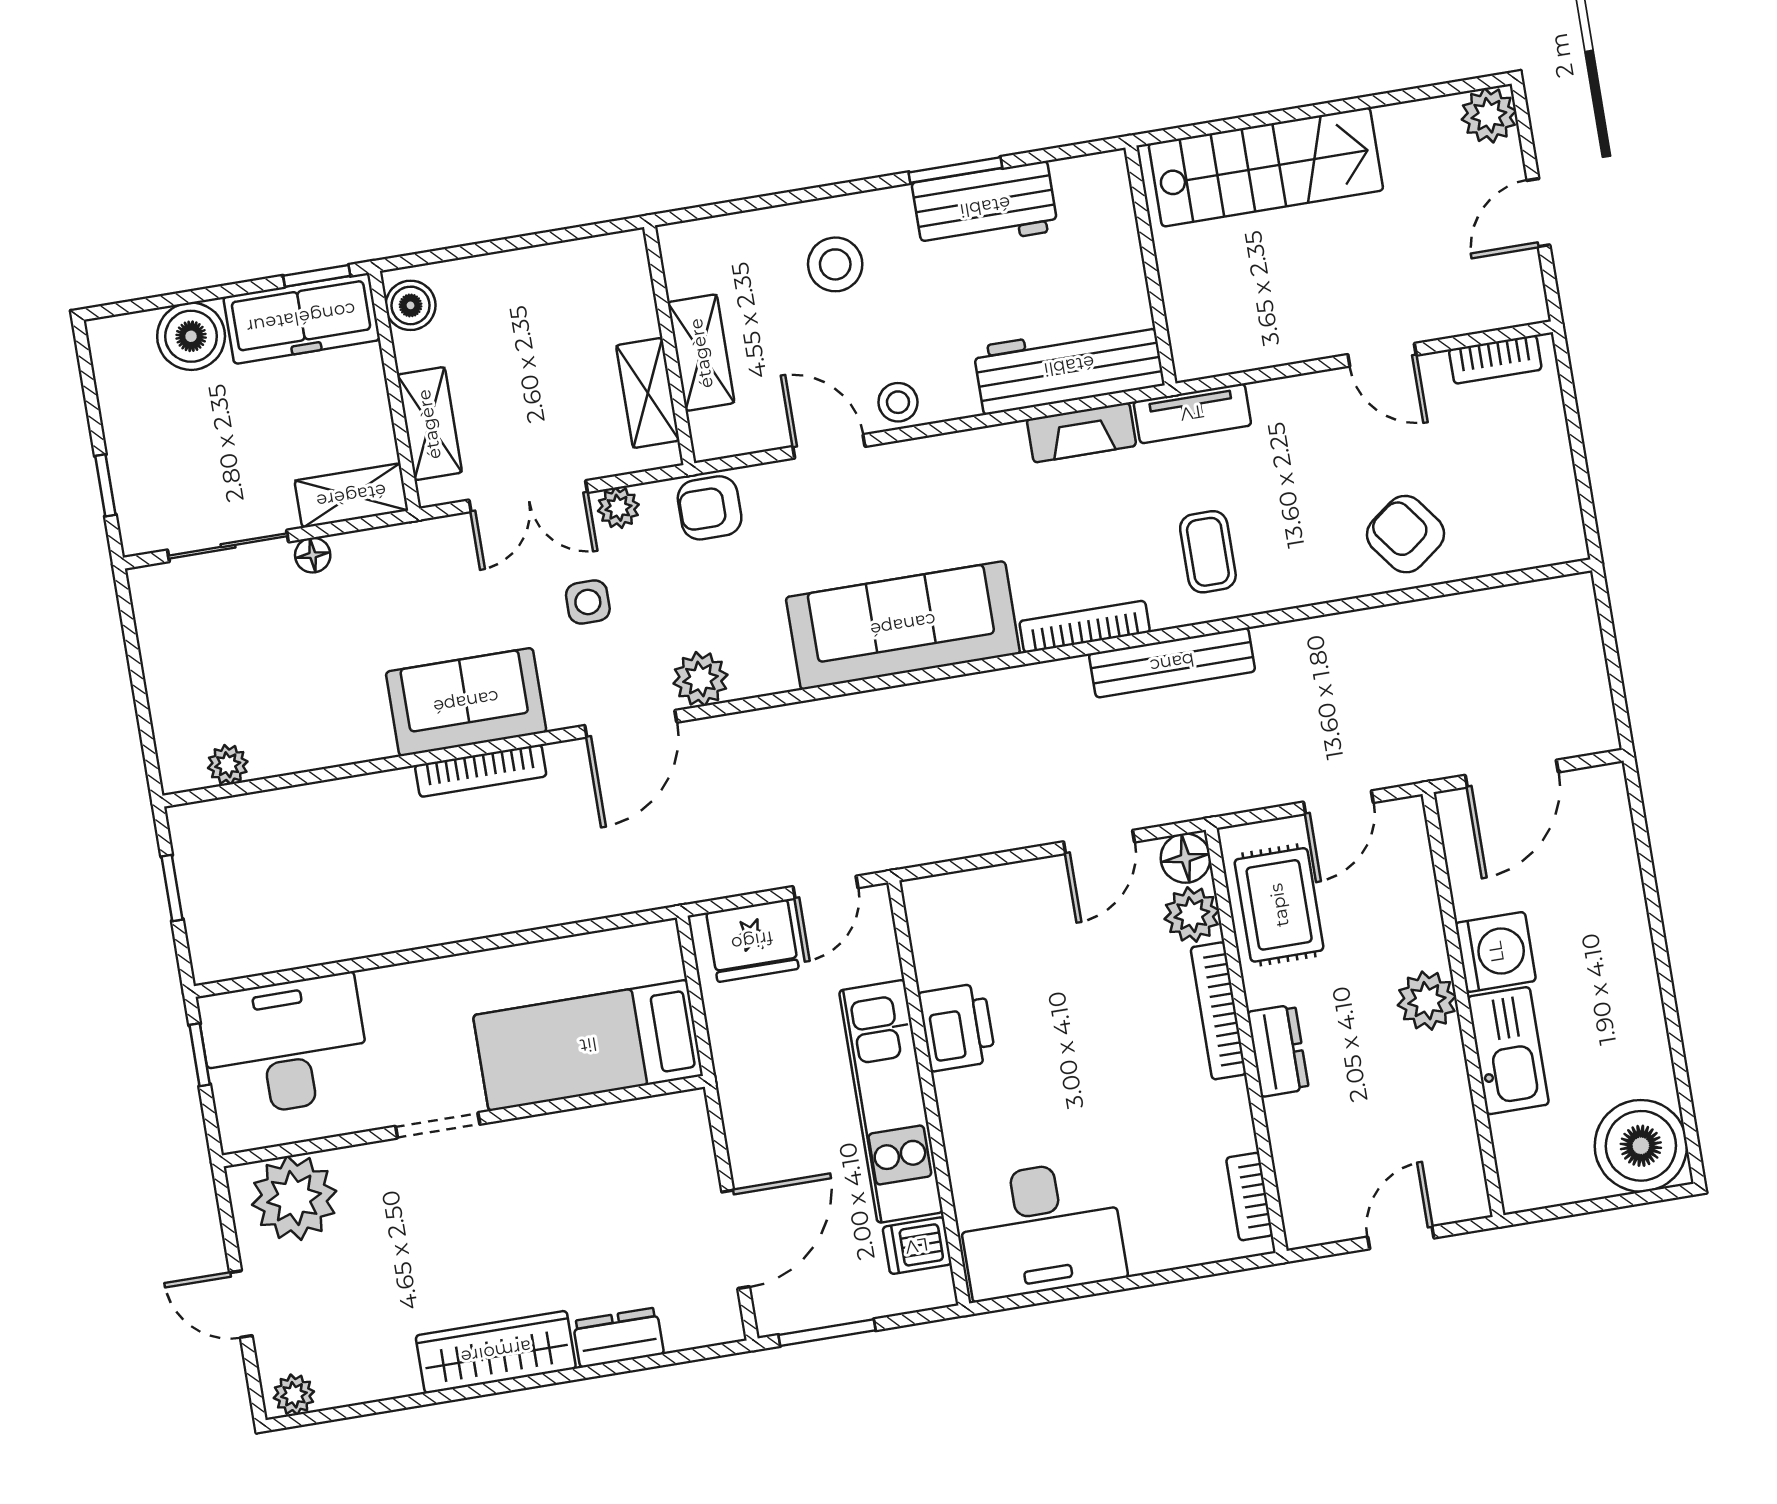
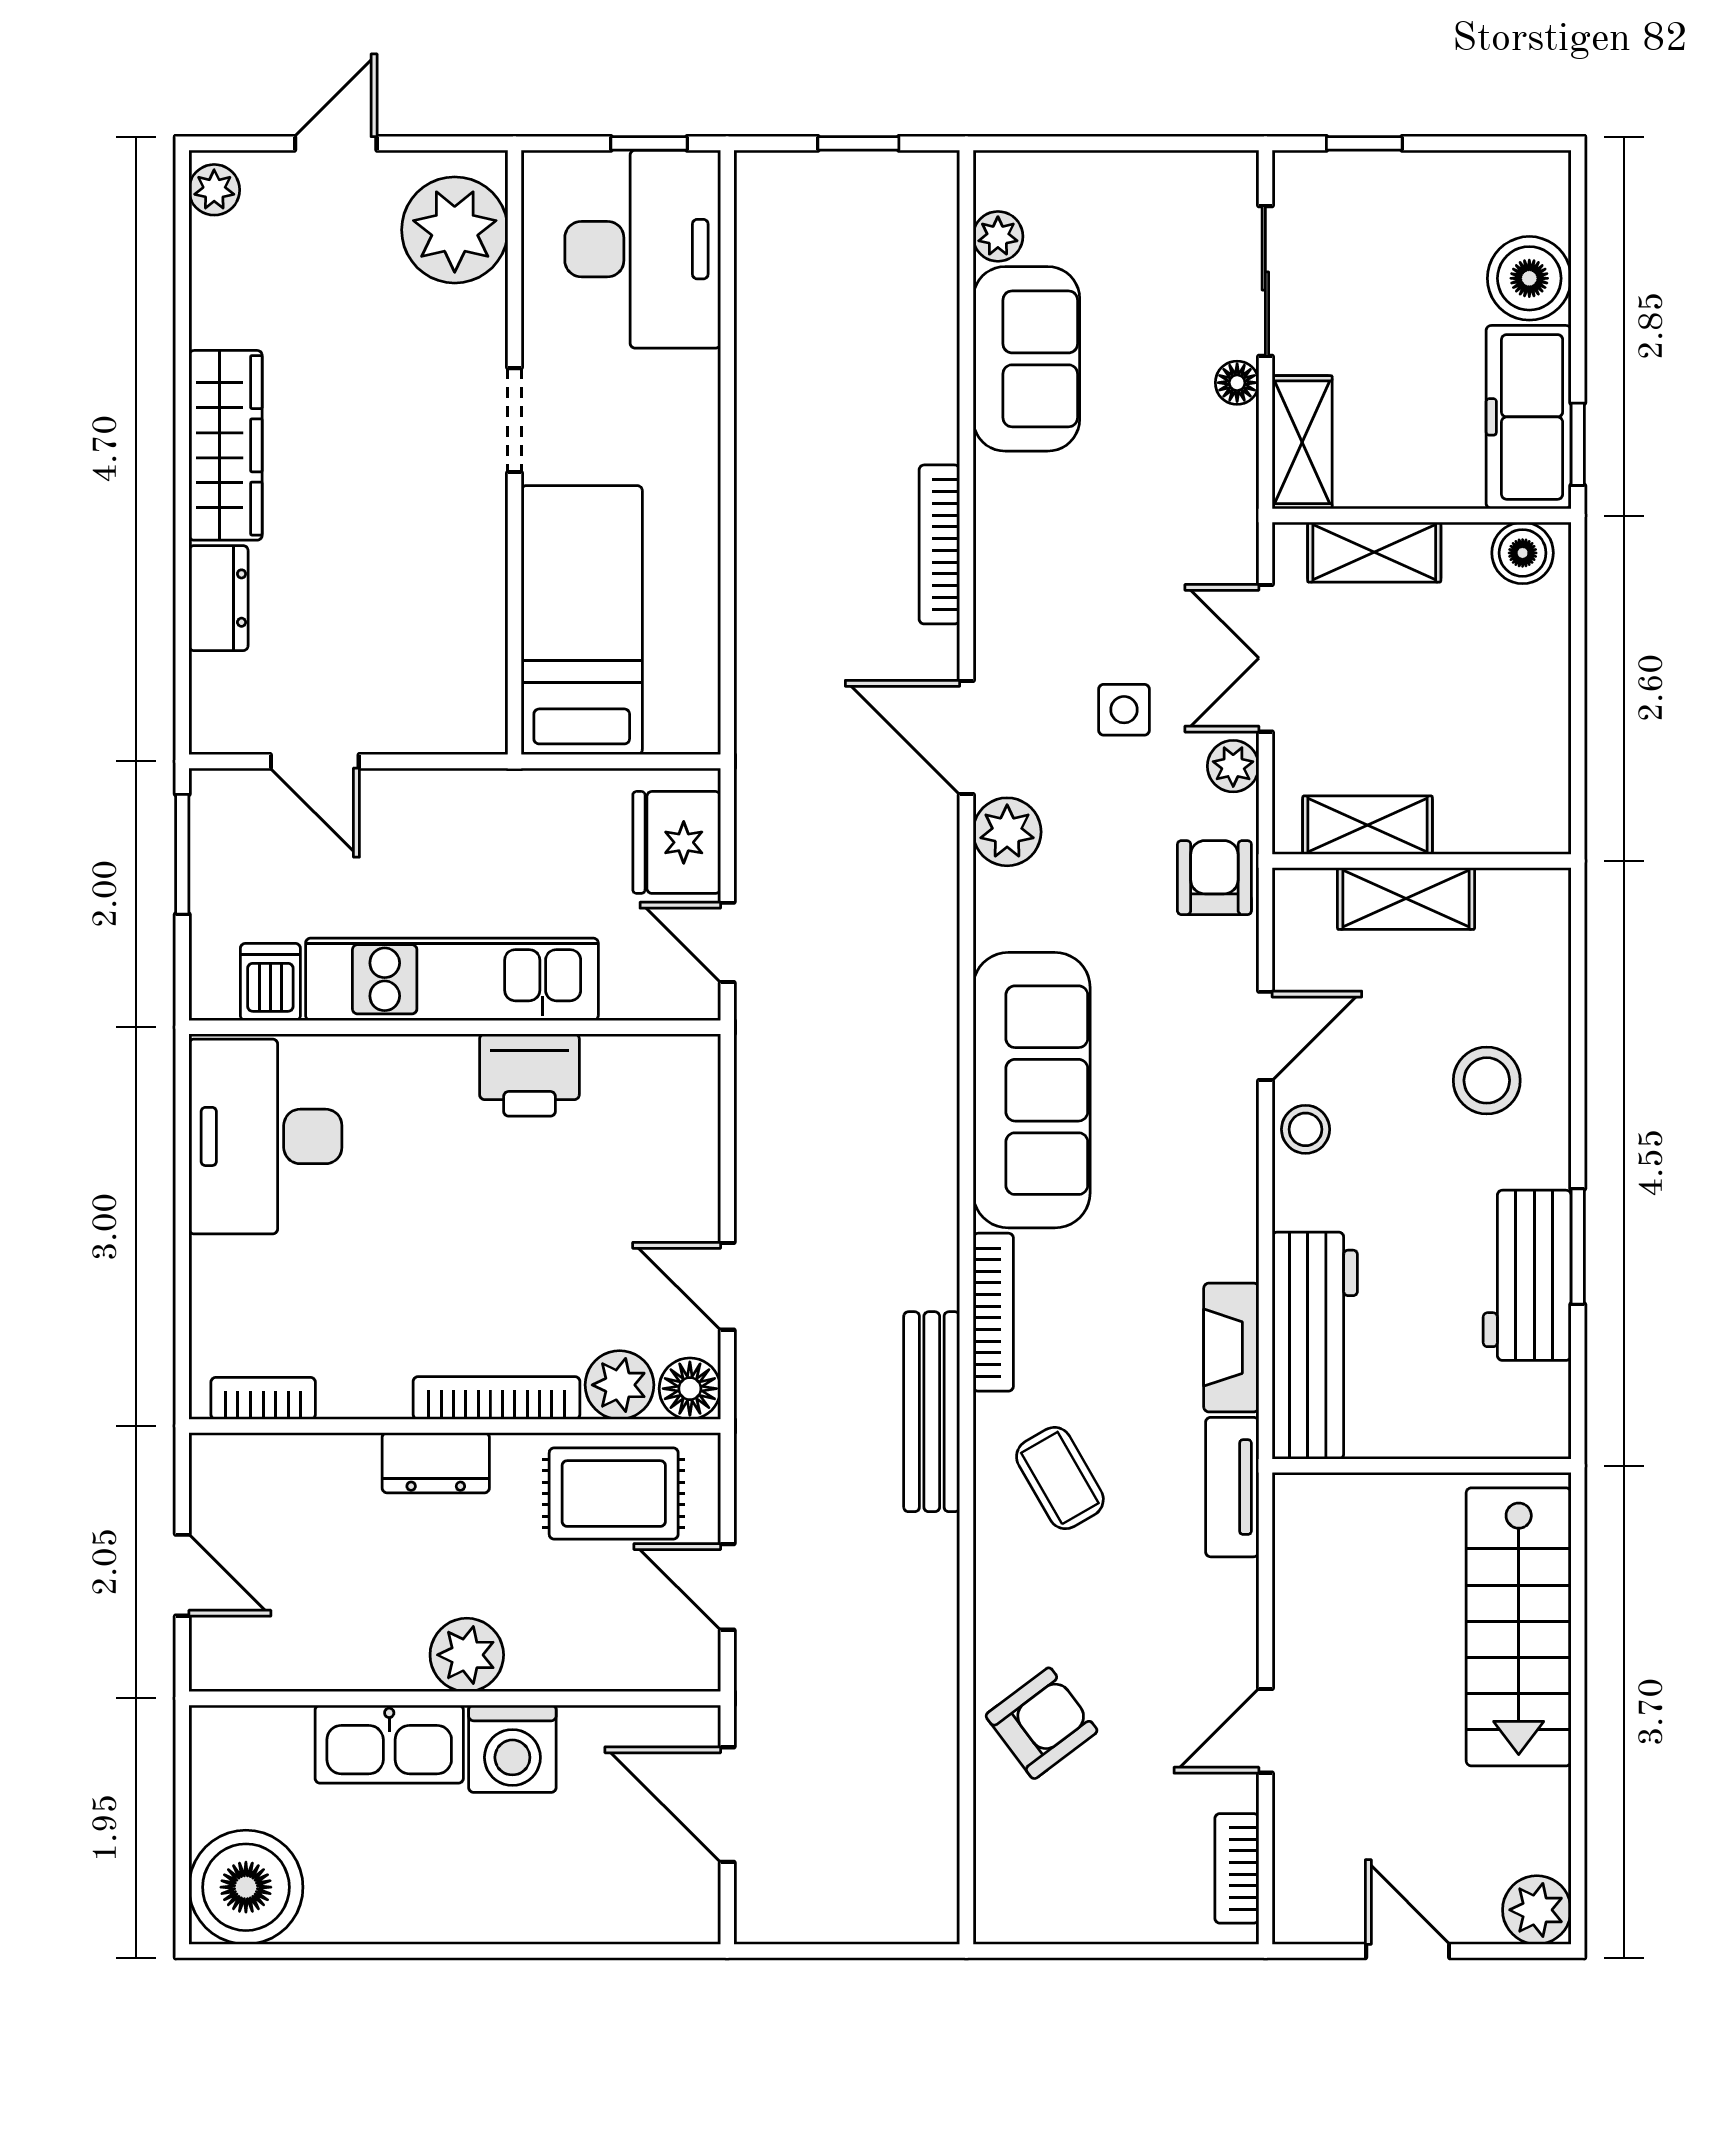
coffee table: (1208, 552) -> (1060, 1478), turned 60
sofa: (466, 702) -> (1026, 359), moved
door: (736, 1239) -> (315, 761), width x0.73

